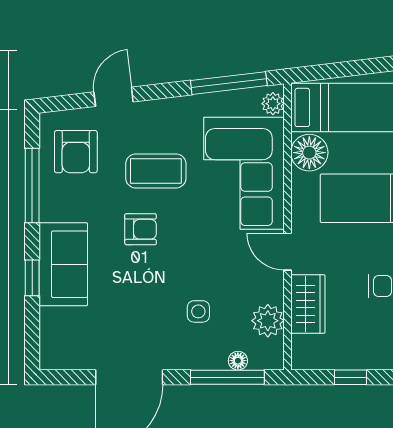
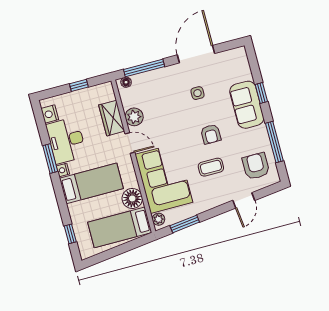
window: (229, 83) -> (185, 224), width x0.69
coffee table: (156, 171) -> (211, 167), width x0.73, depth x0.77
armchair: (141, 229) -> (211, 134), turned -90
side table: (198, 311) -> (197, 93), moved
plant: (268, 321) -> (134, 117), moved
floor lamp: (238, 361) -> (126, 82), moved

